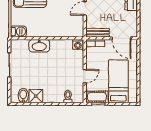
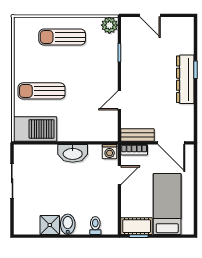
barbecue: (18, 31) -> (35, 129), width x1.88, depth x1.53
washbasin: (39, 46) -> (73, 153), moved
door: (85, 76) -> (119, 175), moved
bidet: (23, 96) -> (68, 224), moved

